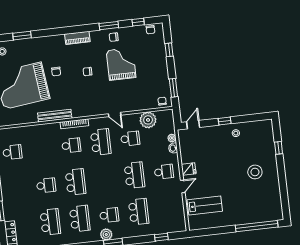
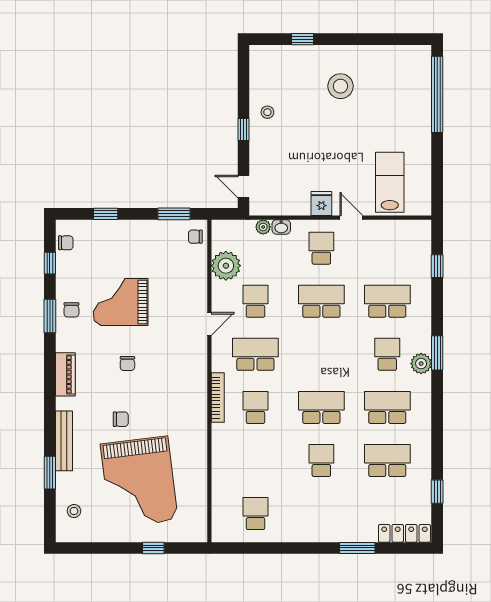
bench: (55, 116) -> (64, 441), moved

